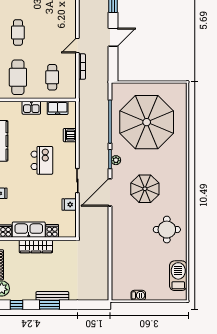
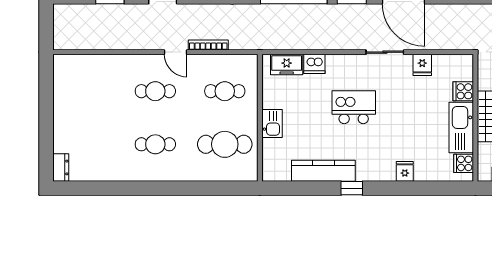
cafe table: (52, 32) -> (155, 91), added
freezer: (58, 108) -> (287, 64), moved, turned 90

